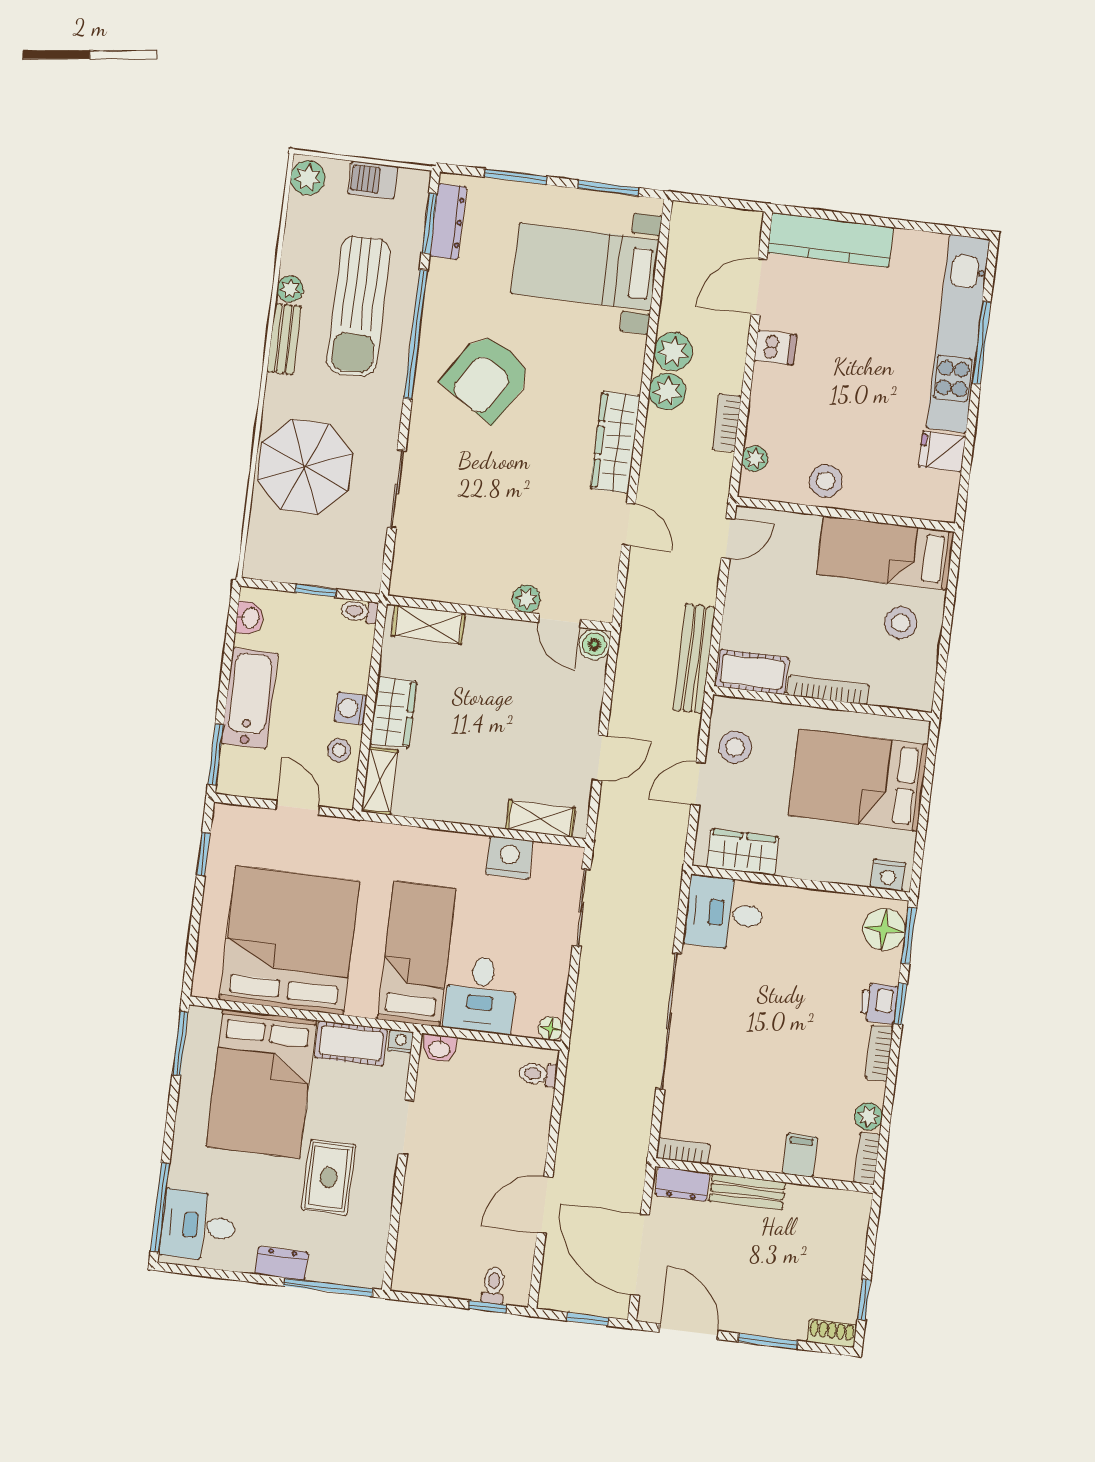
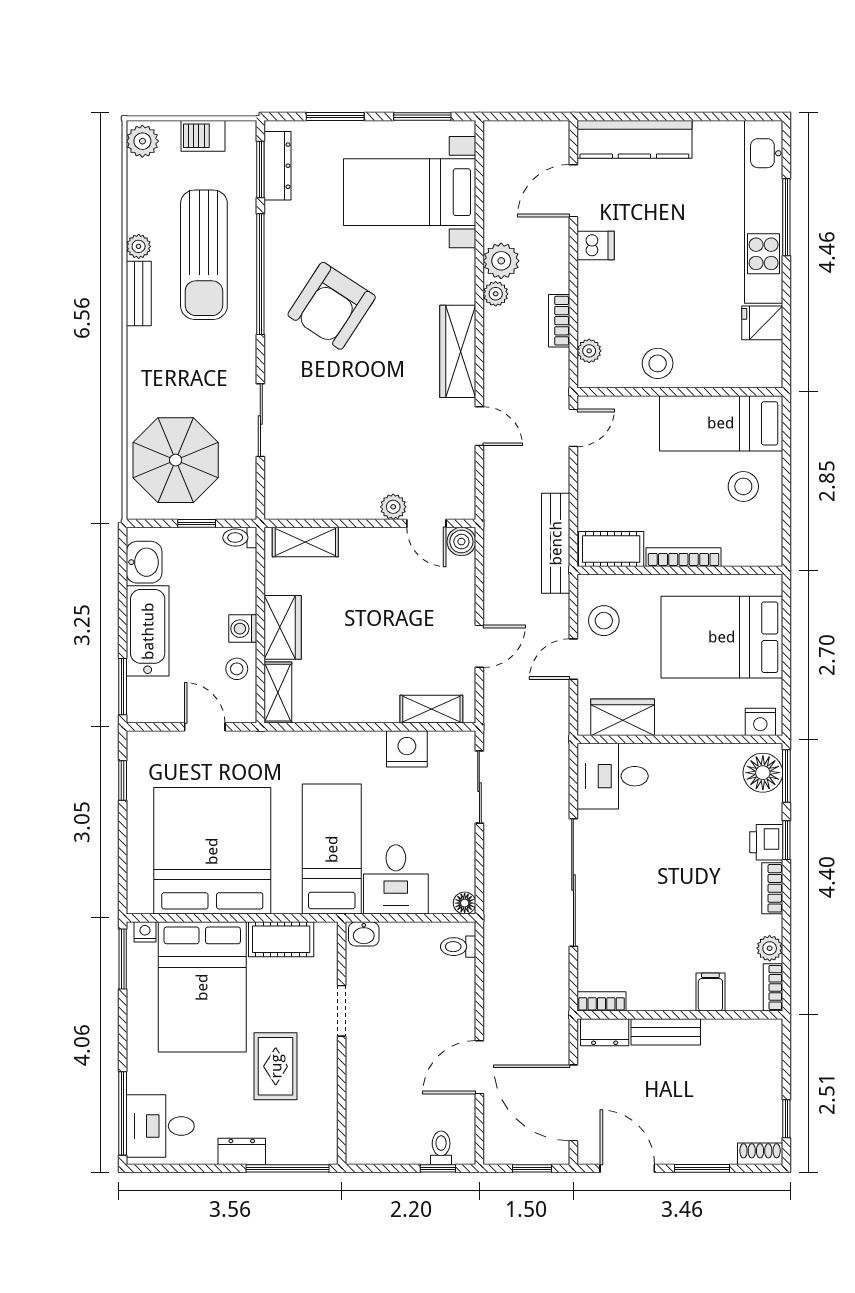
plant: (667, 391) -> (496, 294), width x0.73, depth x0.73
parasol: (305, 467) -> (176, 460), moved
washbasin: (250, 618) -> (144, 562), width x1.38, depth x1.45
nightstand: (401, 1041) -> (145, 932), moved

